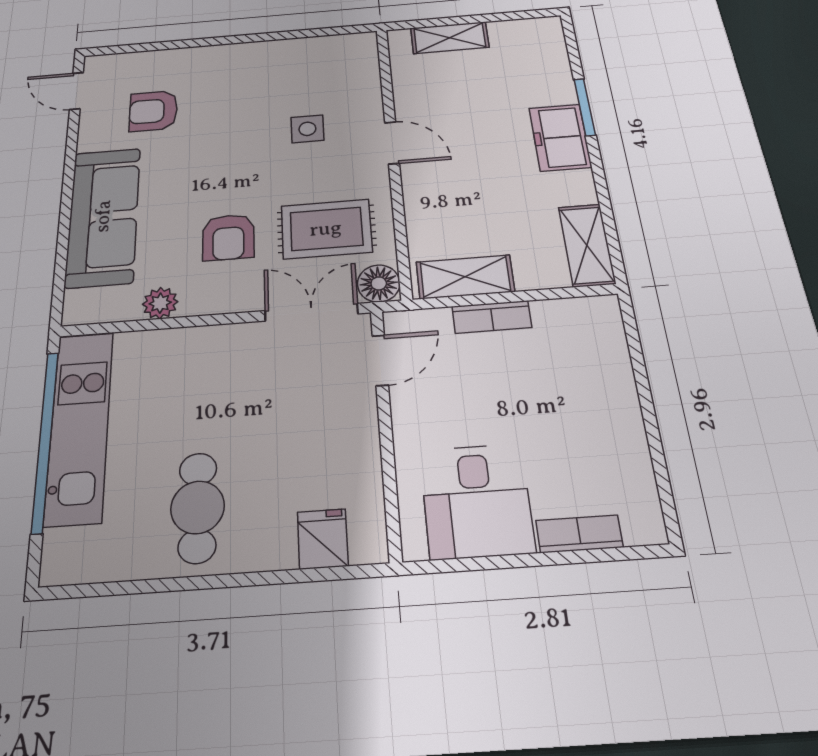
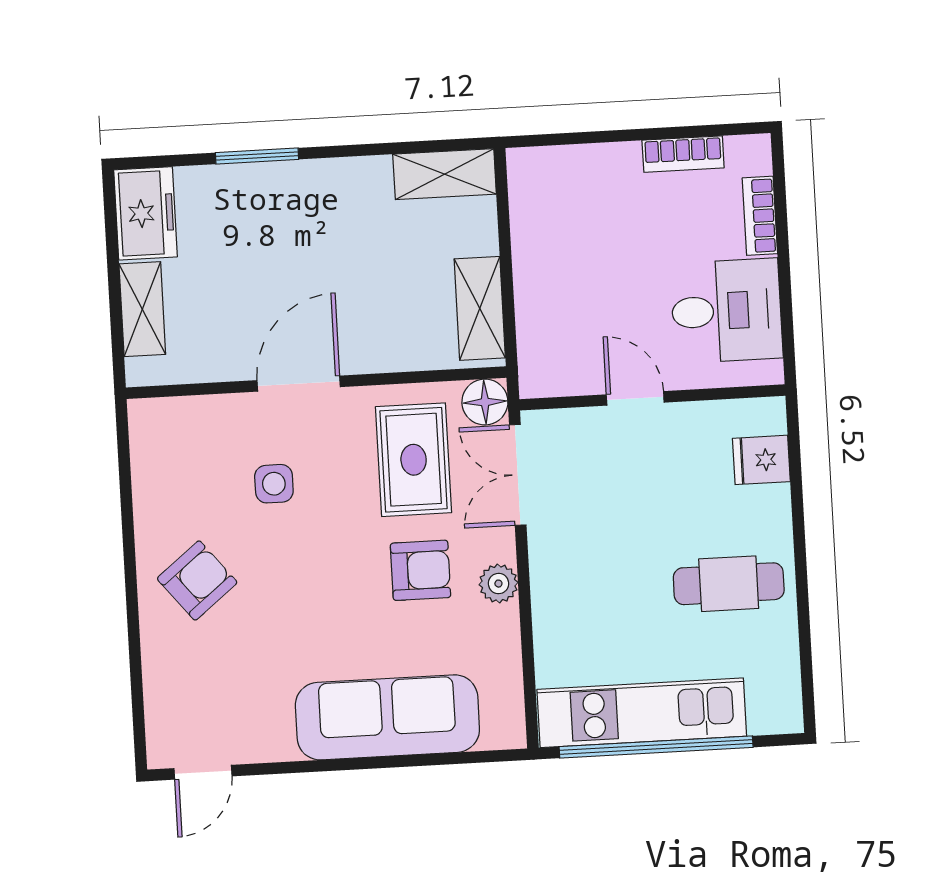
armchair: (153, 111) -> (197, 580), moved, turned -129
freezer: (560, 137) -> (145, 213), moved, turned -90
door: (392, 143) -> (299, 384), width x1.38
plant: (160, 303) -> (498, 584), moved
bookcase: (492, 317) -> (683, 154), moved, turned 90
door: (380, 360) -> (635, 398), moved

